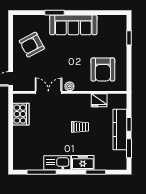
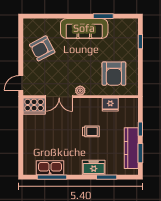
window: (54, 13) -> (103, 16), moved
double door: (48, 92) -> (59, 97), swing flipped
cooker: (21, 114) -> (34, 106), moved, turned 90
kitchen counter: (120, 130) -> (131, 148), moved
kitchen sink: (57, 163) -> (50, 168), moved

